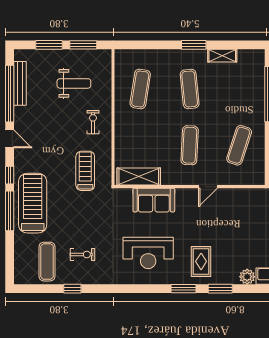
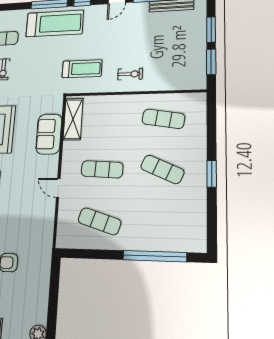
shelving: (222, 56) -> (199, 205), removed
weight bench: (74, 83) -> (170, 55), removed
exercise mat: (190, 89) -> (162, 169), turned 30

